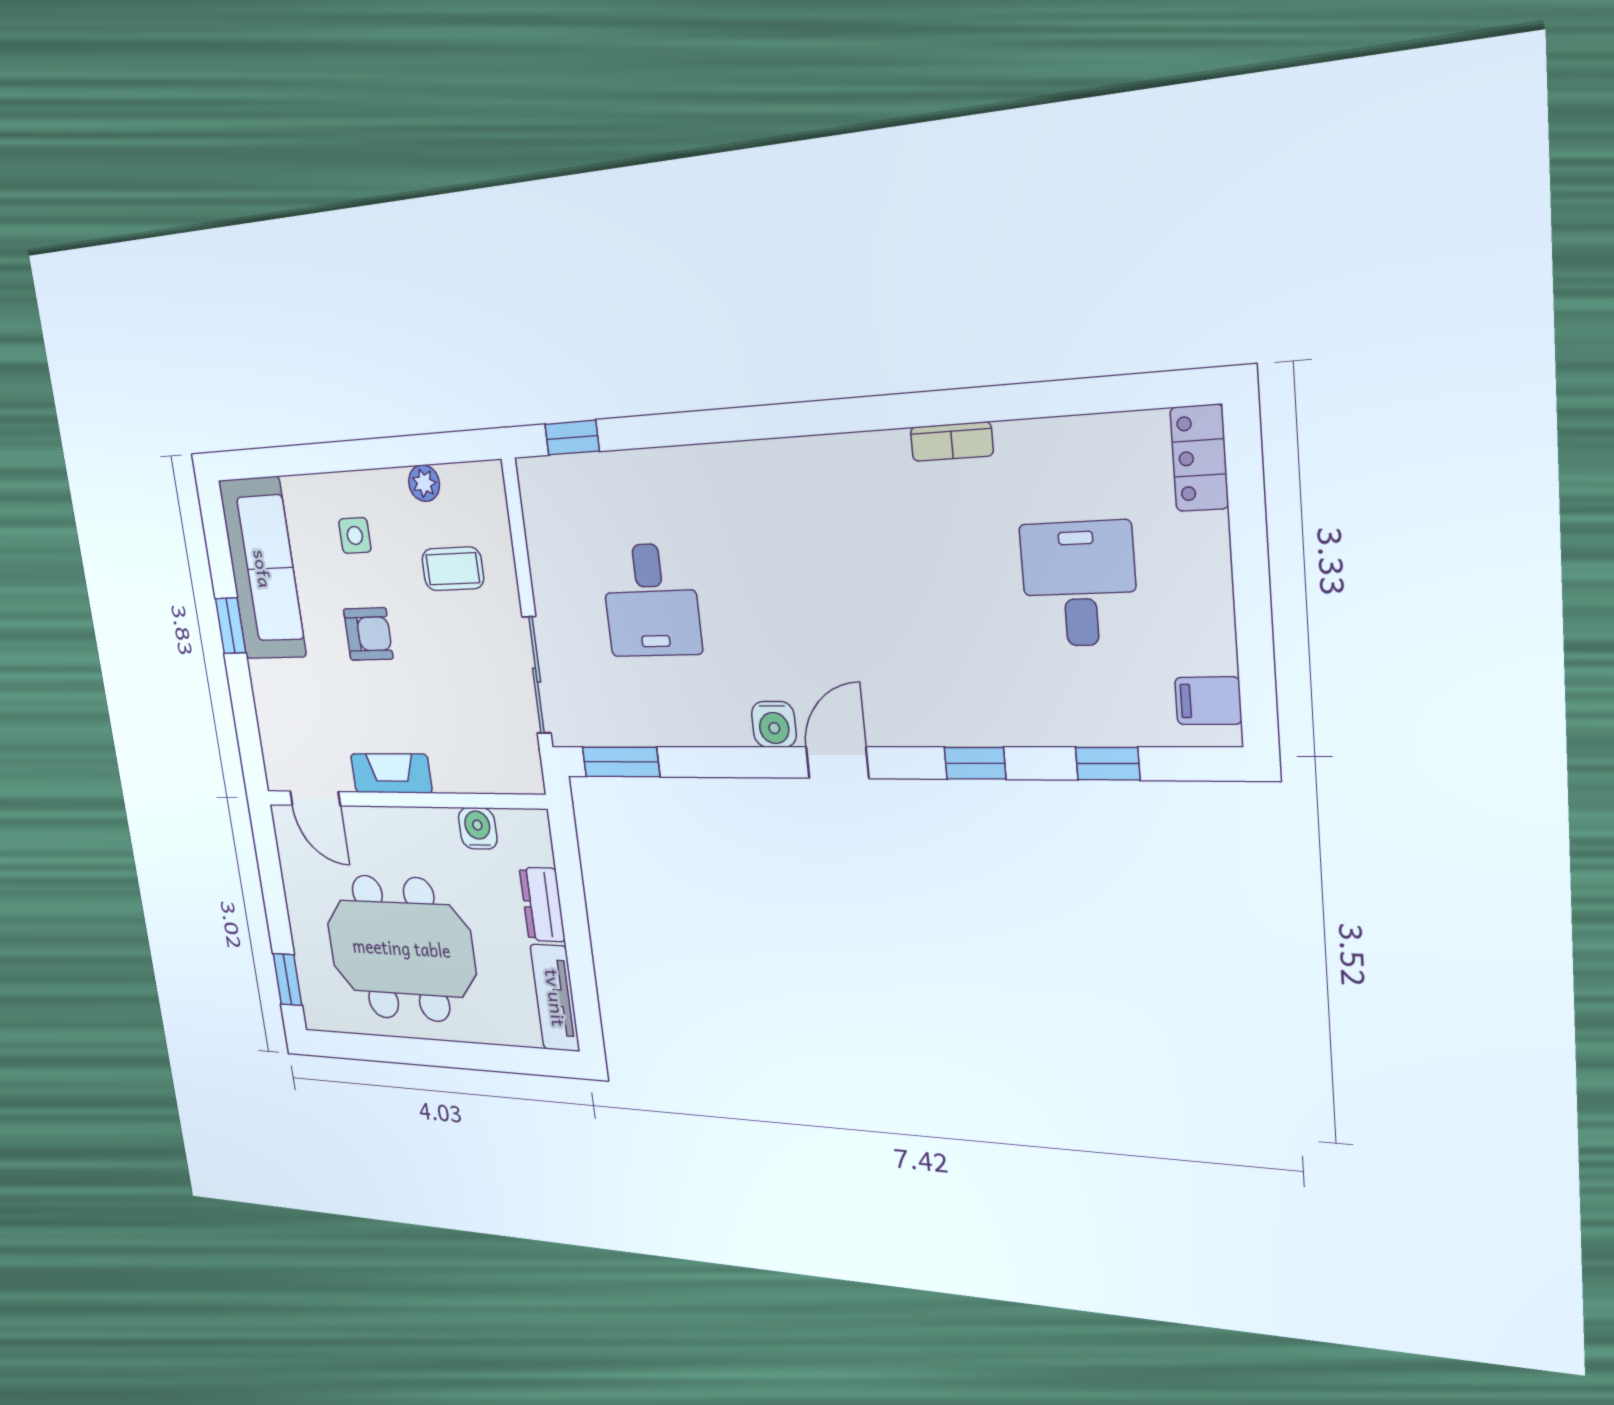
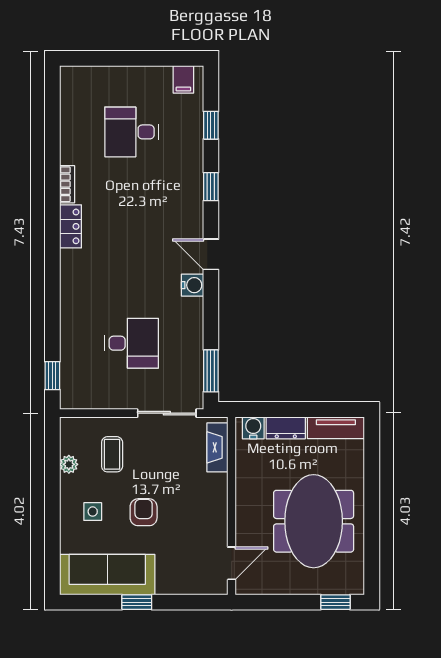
locker: (1199, 458) -> (71, 226), moved, turned -90
fireplace: (391, 773) -> (217, 447), moved
water cooler: (478, 828) -> (253, 428), moved, turned 90

